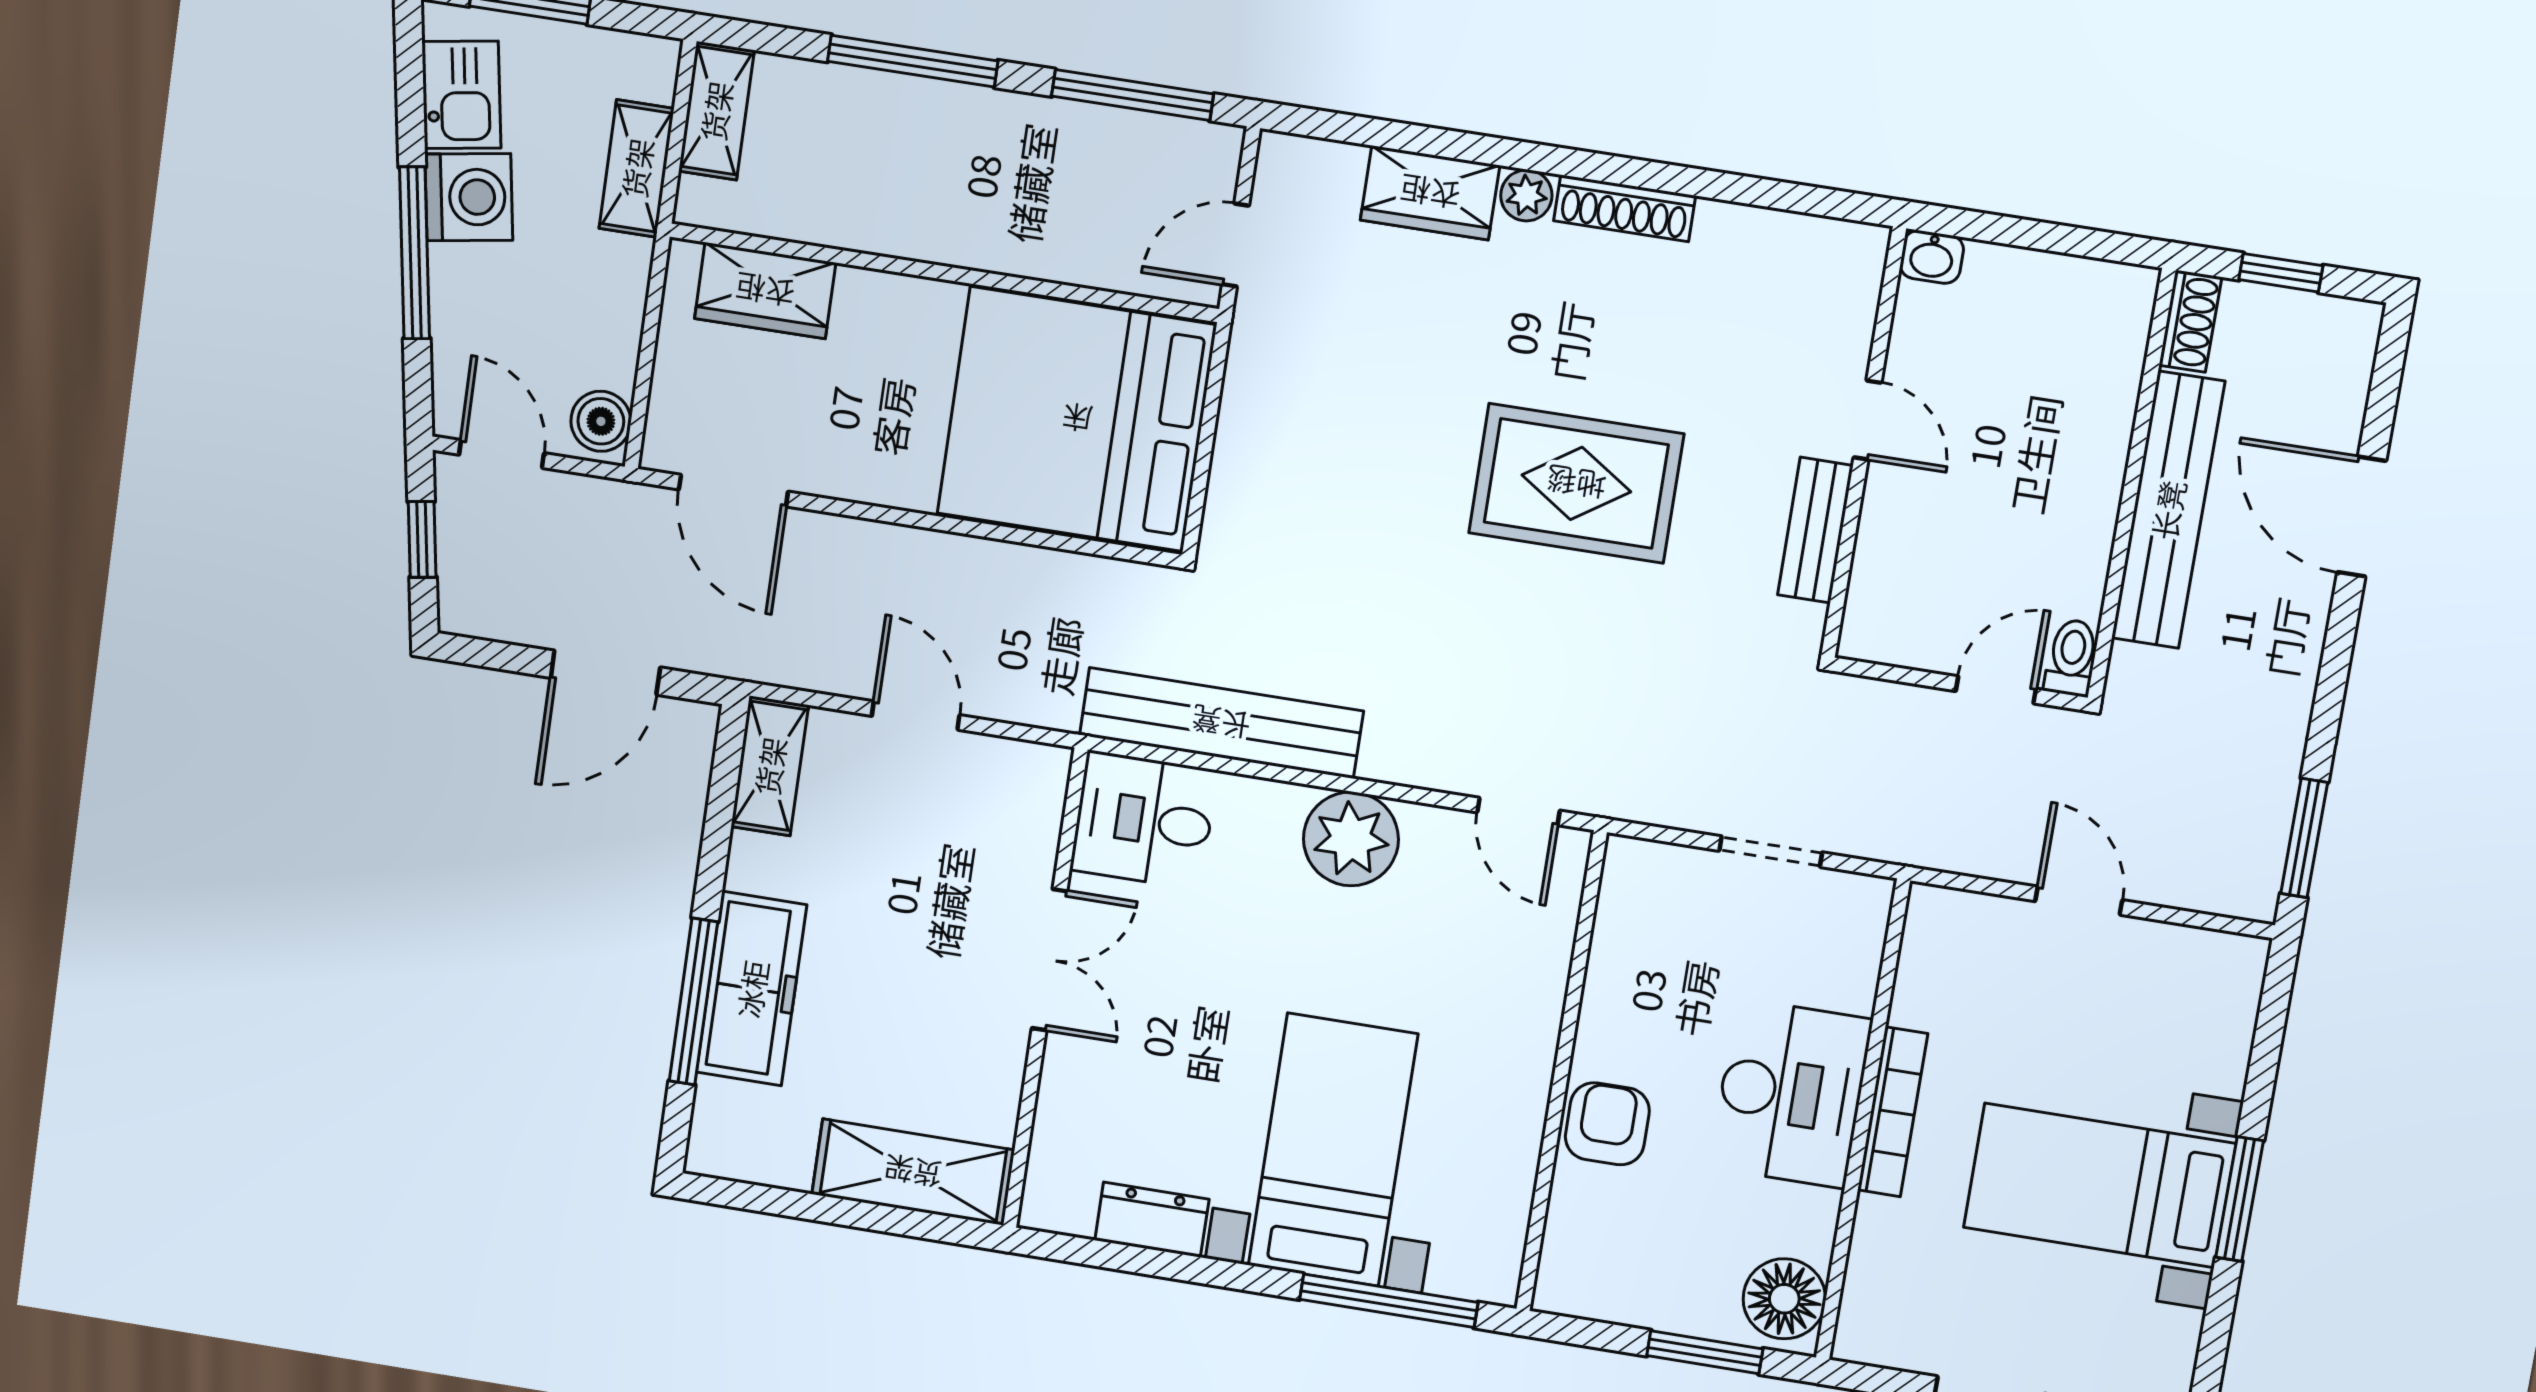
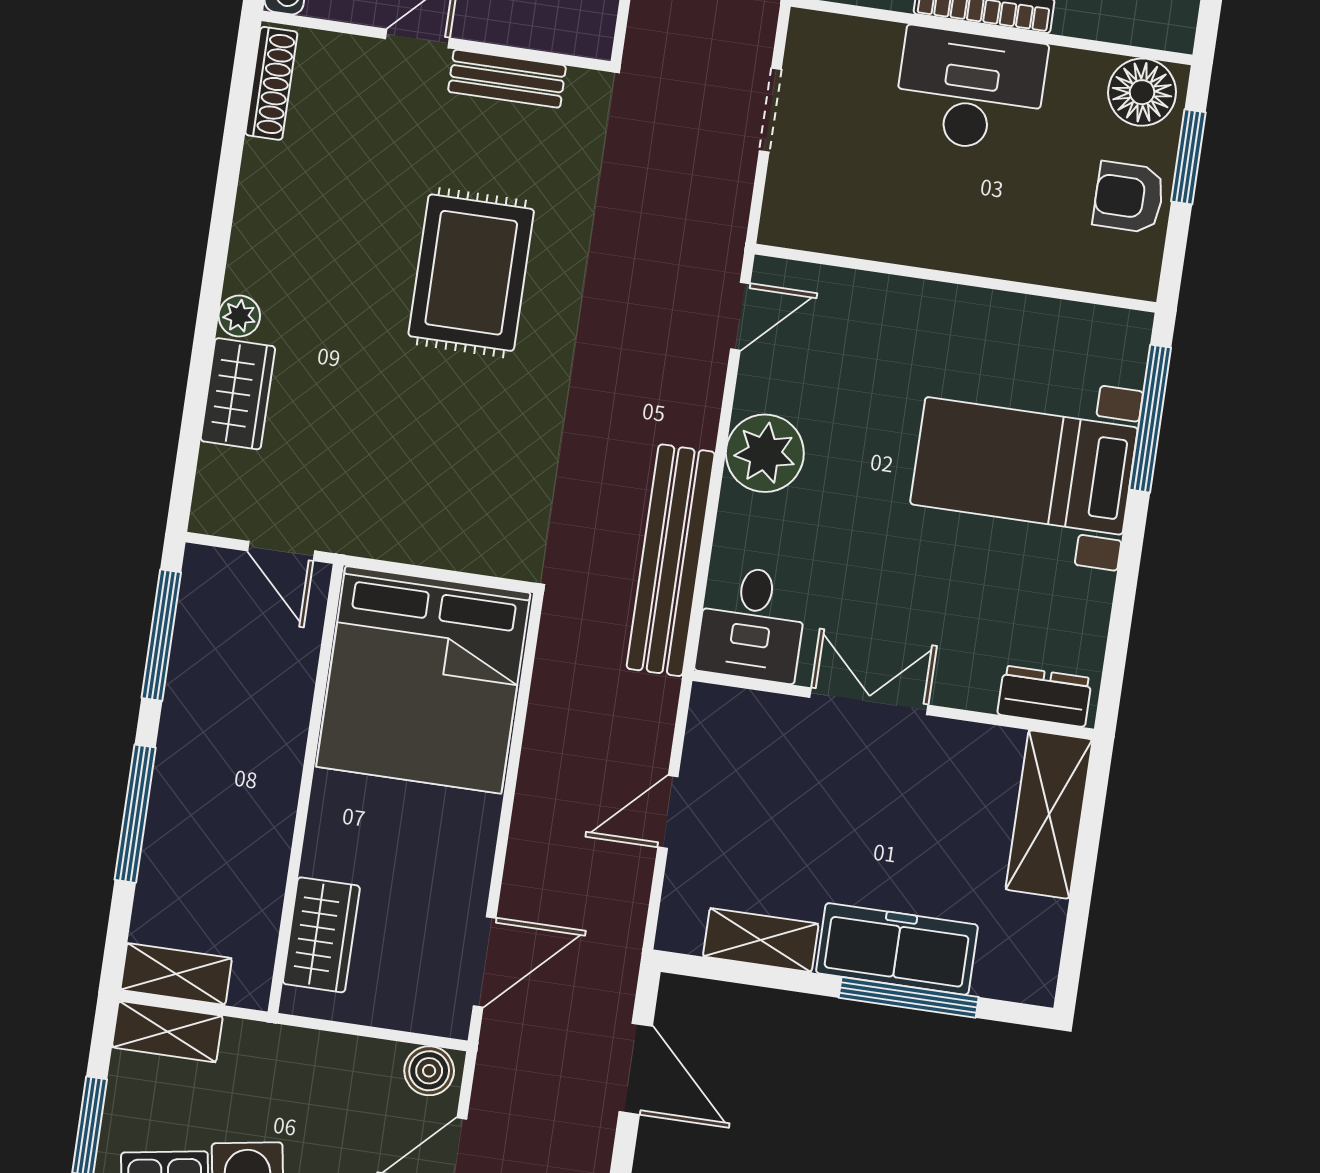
shelving: (637, 168) -> (167, 1032), moved
shoe rack: (1625, 208) -> (271, 83), moved
shelving: (770, 766) -> (761, 940), moved
armchair: (1607, 1124) -> (1129, 197), moved
dresser: (1152, 1220) -> (1045, 696), moved, turned 90

